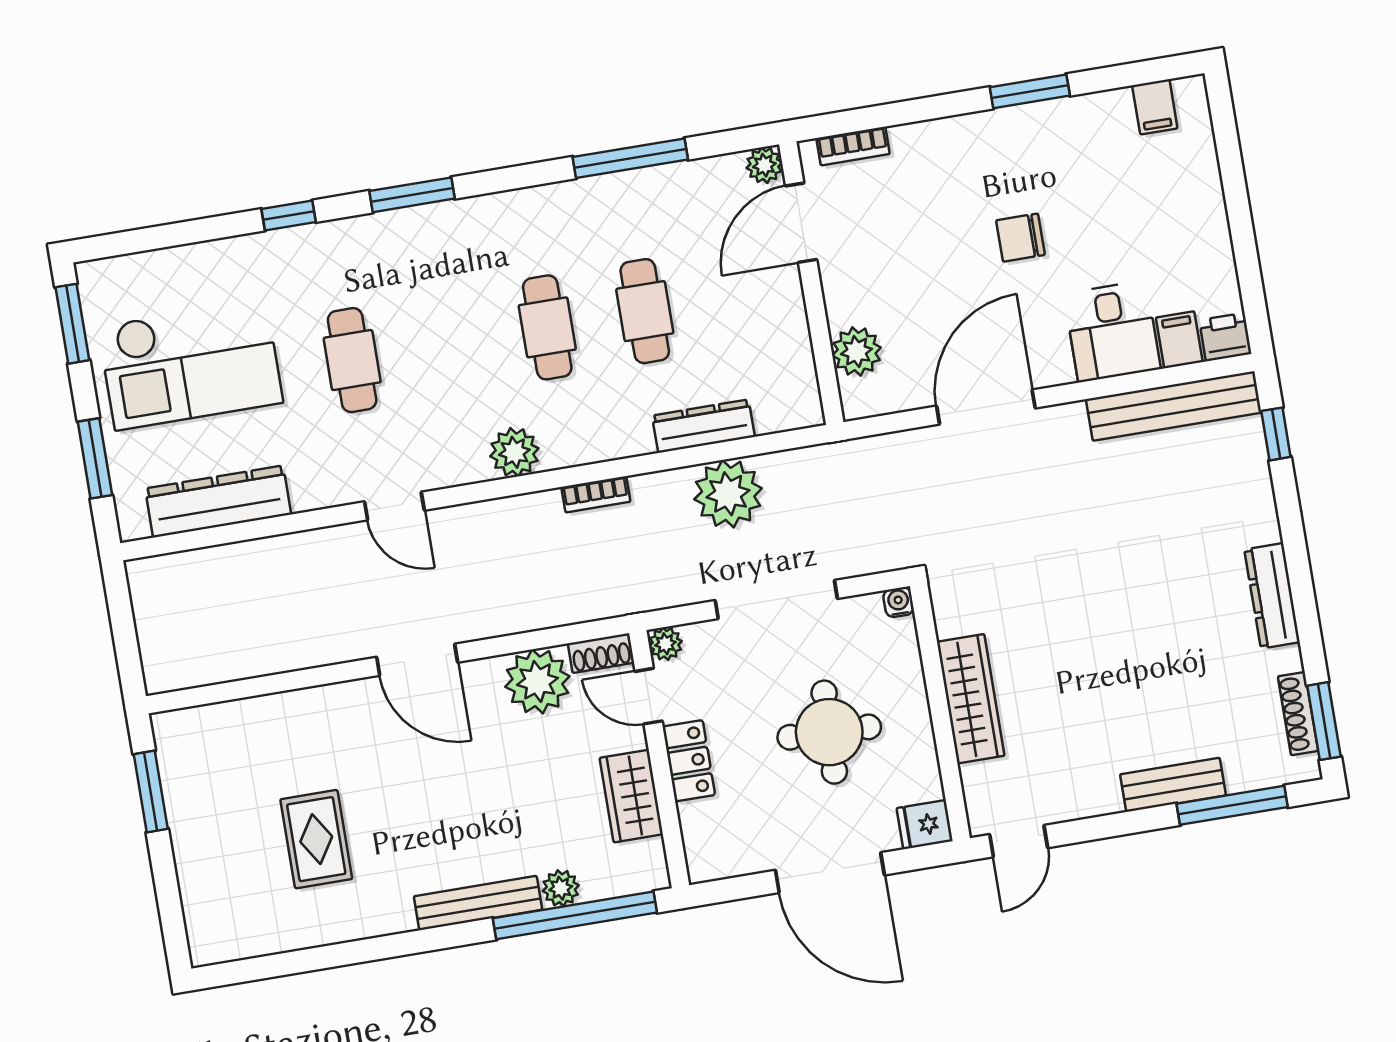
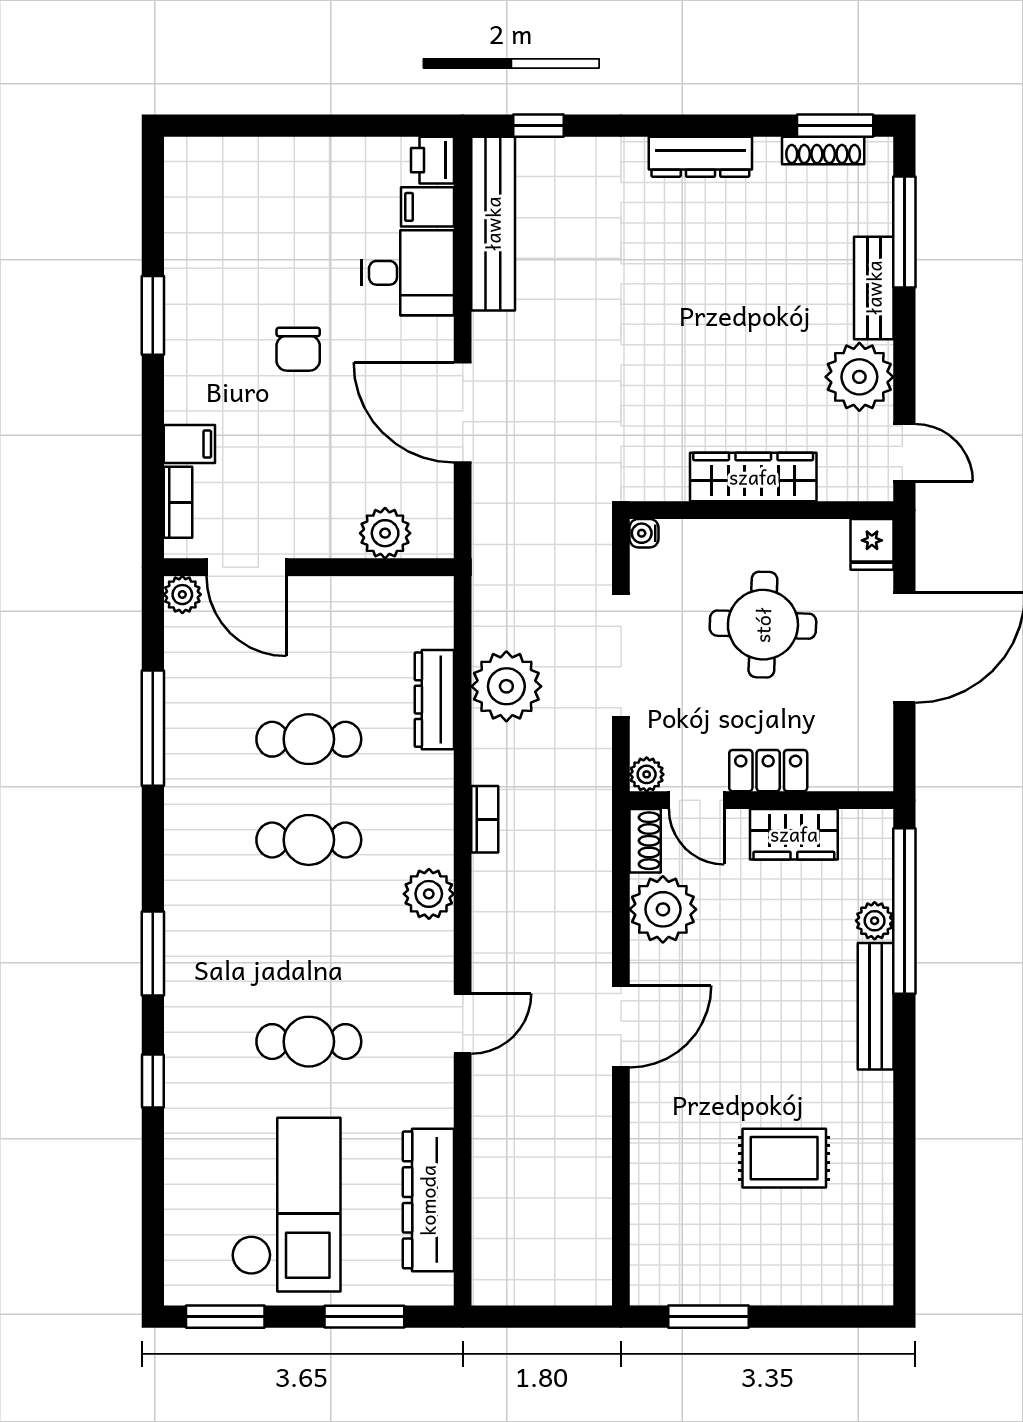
filing cabinet: (1155, 107) -> (189, 444), moved
door: (649, 696) -> (696, 800), hinge flipped
plant: (1085, 785) -> (859, 377), added

